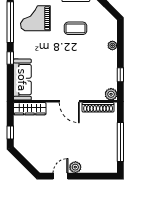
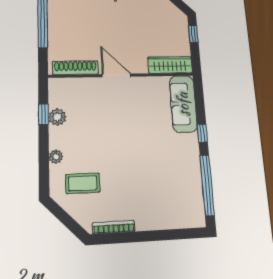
grand piano: (35, 18) -> (172, 193), removed
coffee table: (76, 28) -> (83, 183), moved
plant: (111, 94) -> (57, 117), moved

